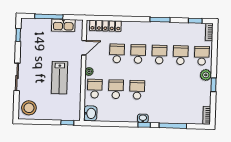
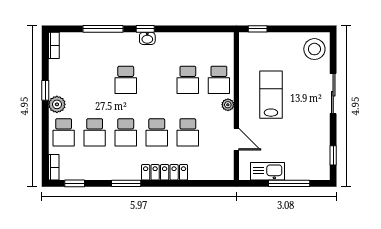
locker: (105, 26) -> (165, 172), moved
door: (84, 48) -> (236, 139), swing flipped
school desk: (137, 90) -> (126, 80), moved
washbasin: (90, 113) -> (224, 43), removed

